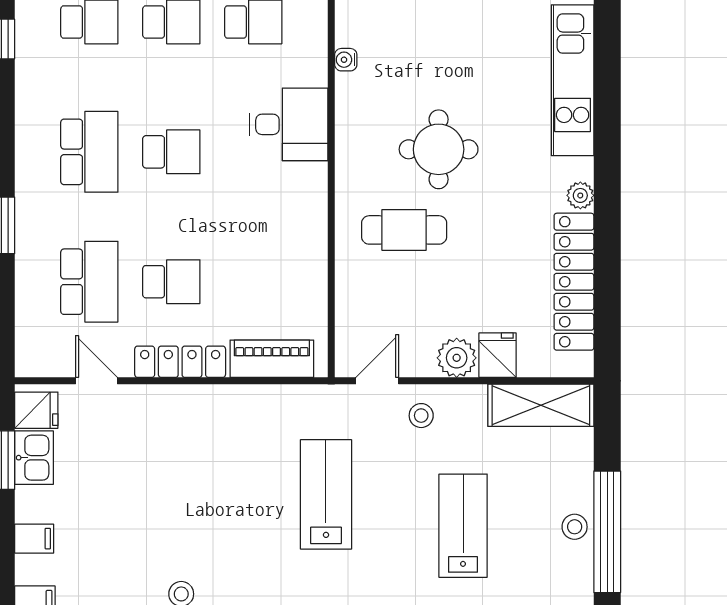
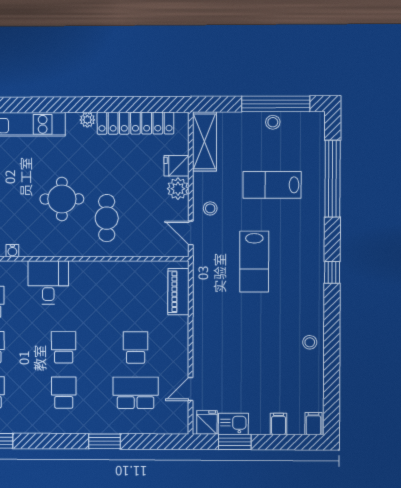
school desk: (89, 152) -> (64, 393), width x0.54
locker: (180, 362) -> (180, 343), removed
lab bench: (326, 494) -> (254, 262), turned -90

